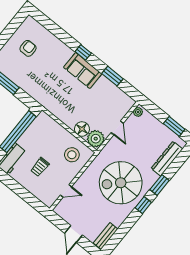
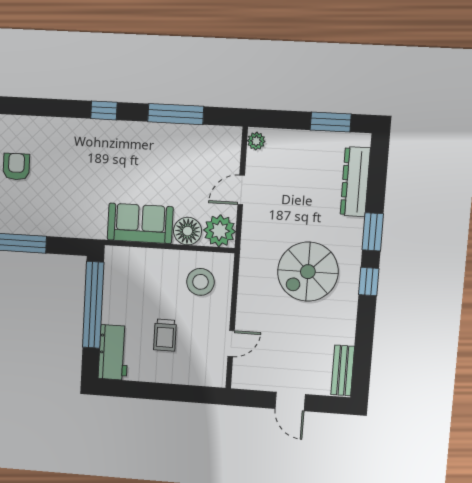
sofa: (83, 71) -> (140, 223), moved, turned 180
window: (112, 76) -> (176, 114), width x1.44
door: (117, 128) -> (241, 190), swing flipped
spiral stairs: (121, 183) -> (308, 272), width x0.73, depth x0.73

